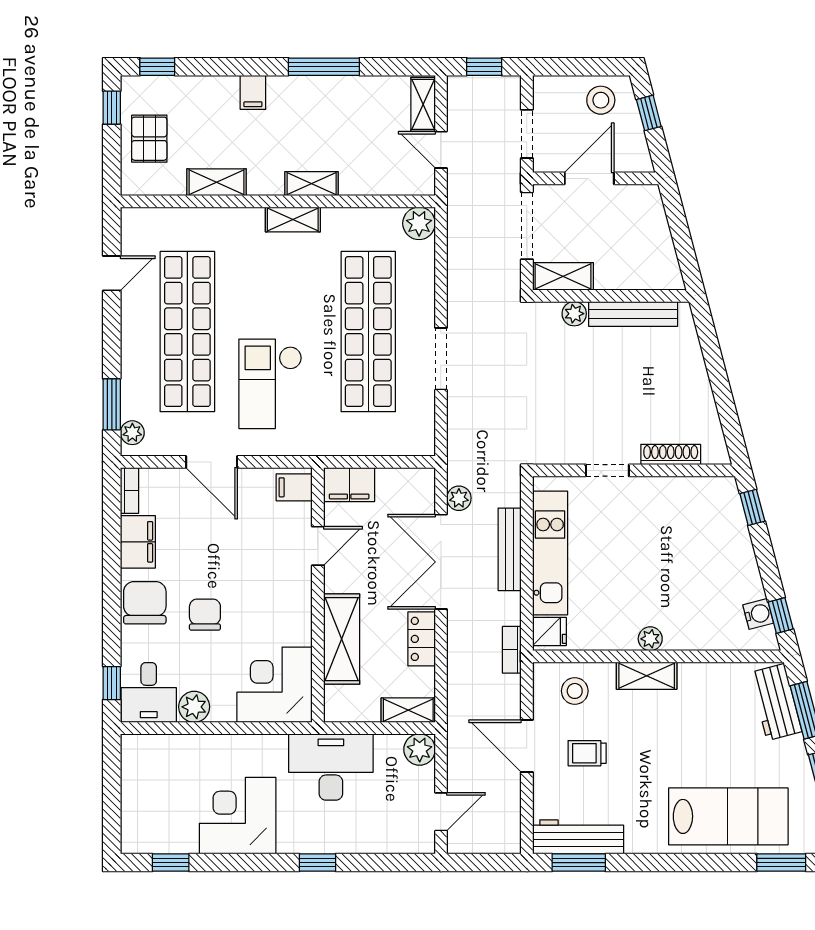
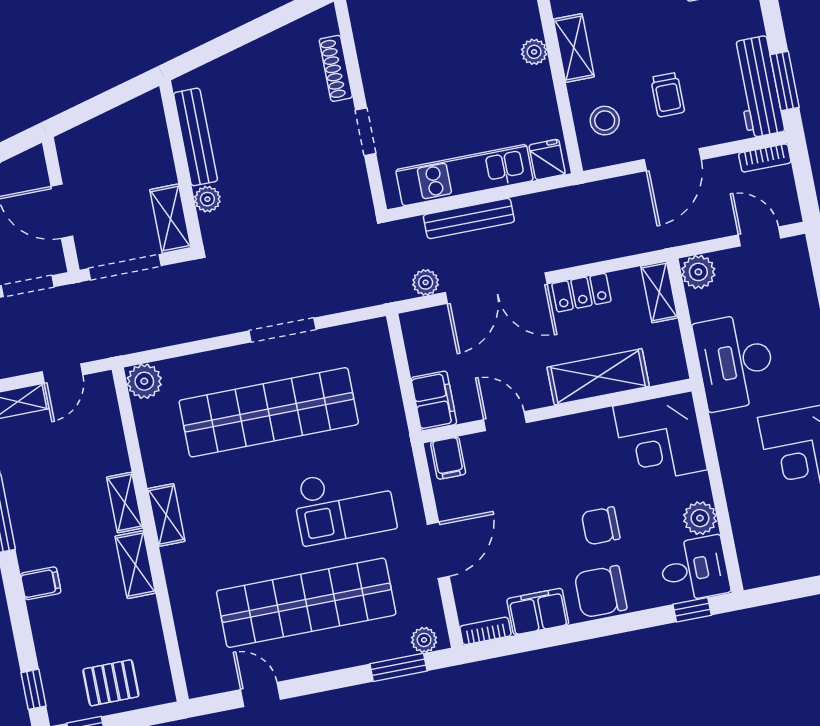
shelving: (216, 182) -> (135, 565), moved
bookcase: (512, 650) -> (765, 158), moved

